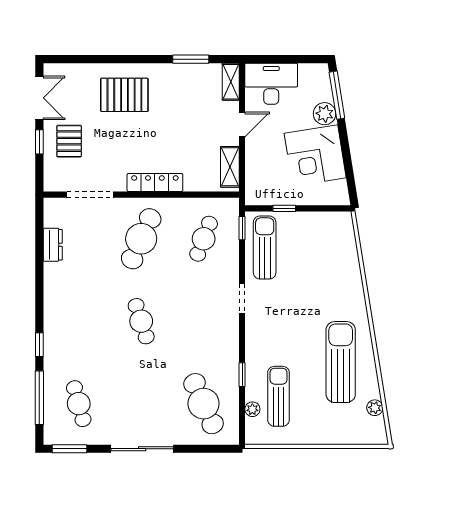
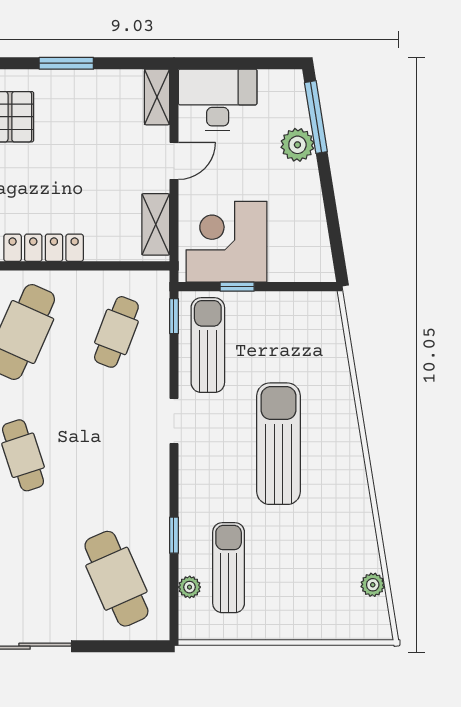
window: (191, 59) -> (66, 63), moved
corner desk: (315, 155) -> (227, 242), moved, turned 99
sun lounger: (341, 362) -> (278, 444), moved

